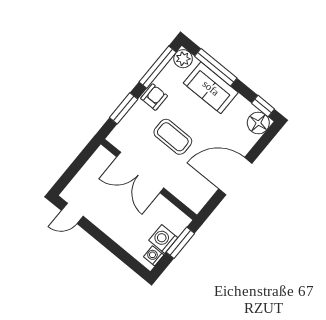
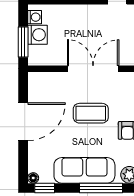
sofa: (211, 88) -> (84, 170), width x1.36
floor lamp: (258, 123) -> (33, 178), width x0.53, depth x0.53

